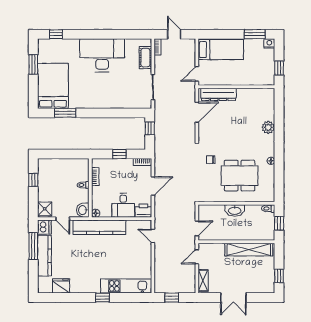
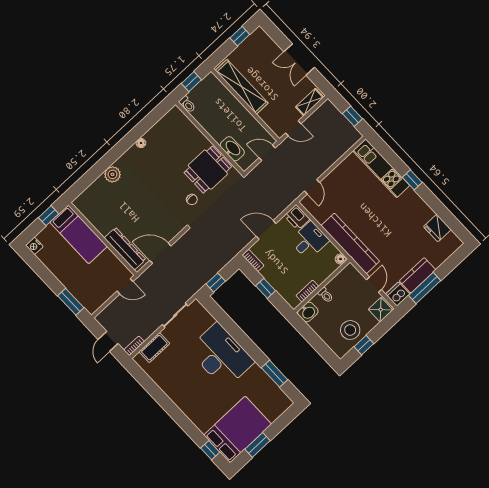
window: (255, 34) -> (71, 302), moved
bed: (221, 50) -> (79, 234), moved, turned 180
desk: (102, 55) -> (221, 356), moved, turned 180
bed: (53, 86) -> (238, 430), moved, turned 180
dining table: (240, 176) -> (208, 170), moved, width x0.73
stool: (49, 180) -> (350, 330), added
washbasin: (83, 210) -> (308, 312), moved
washbasin: (235, 210) -> (232, 149), moved
kitchen counter: (45, 256) -> (418, 275), width x0.67
double door: (233, 298) -> (299, 59), swing flipped

